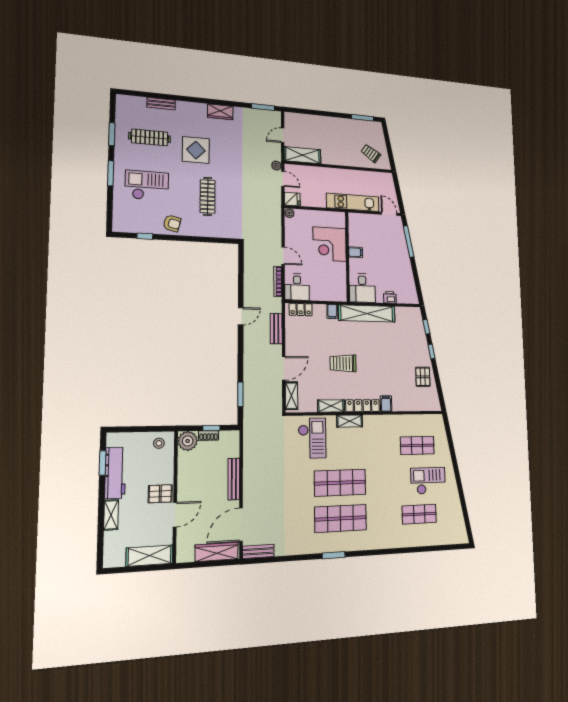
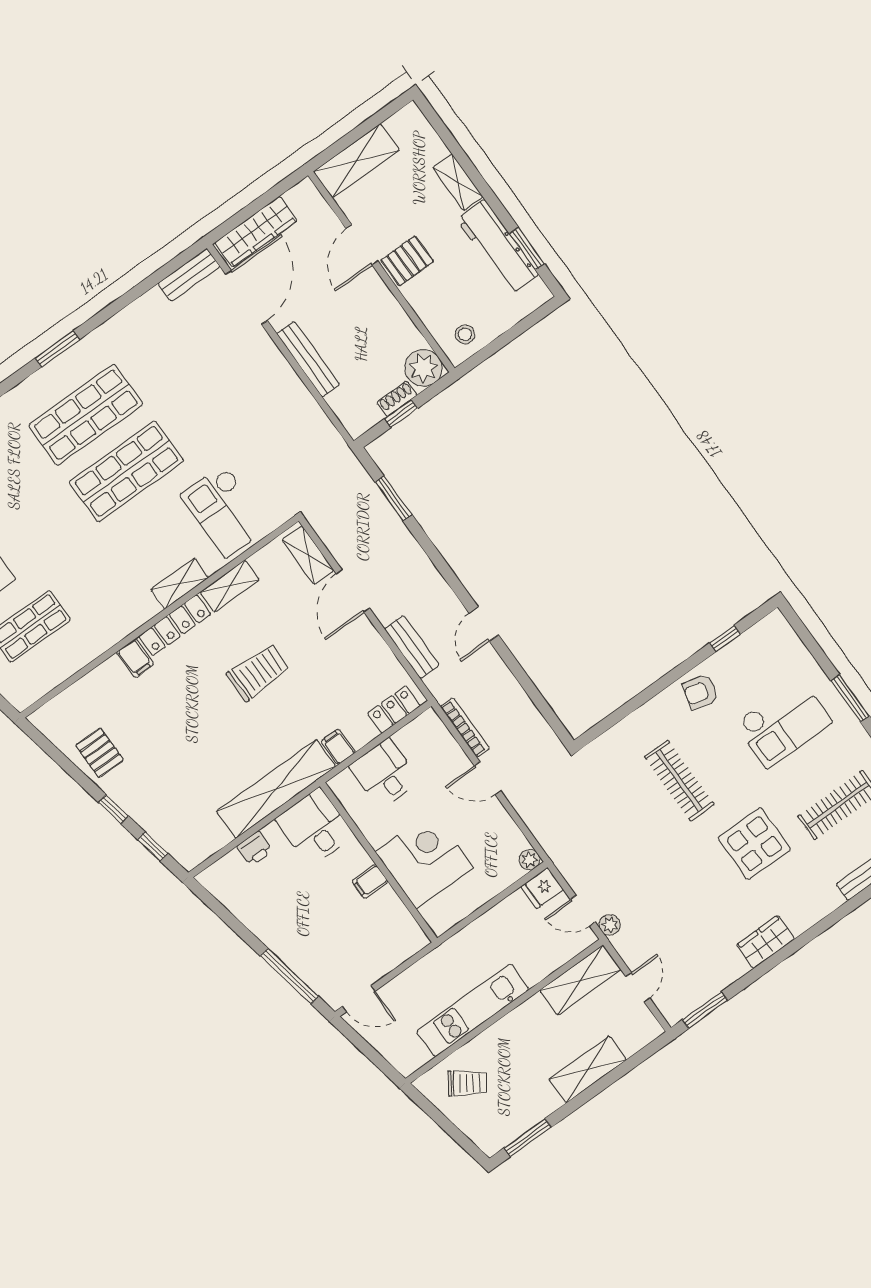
shelving: (323, 122) -> (588, 1070), added
kitchen unit: (353, 202) -> (473, 1010), moved, turned 180
desk: (297, 287) -> (384, 774), moved

